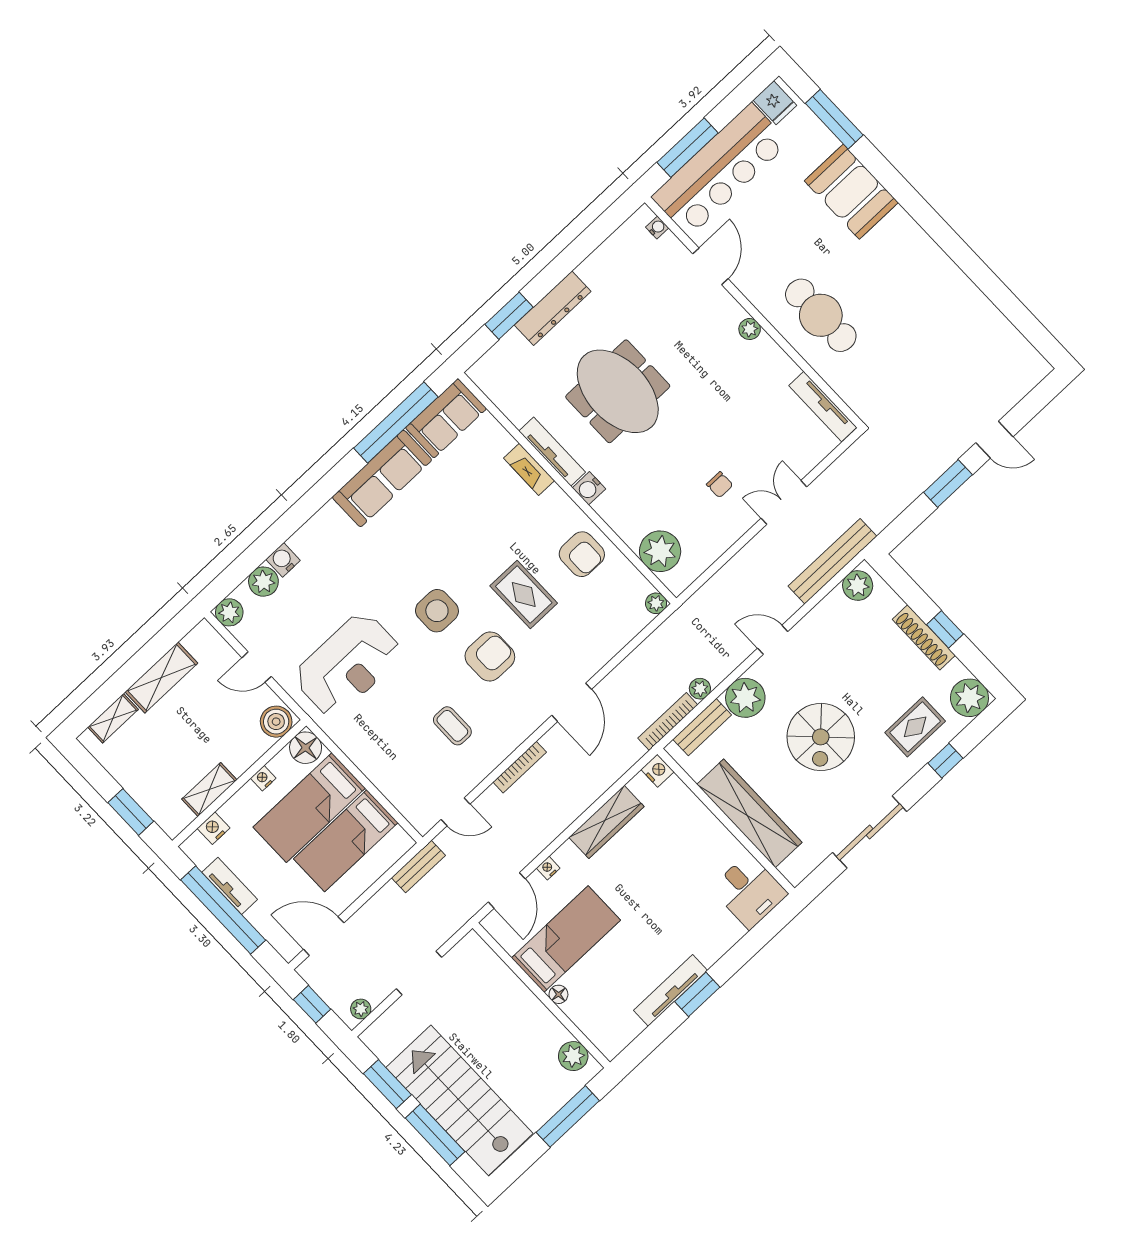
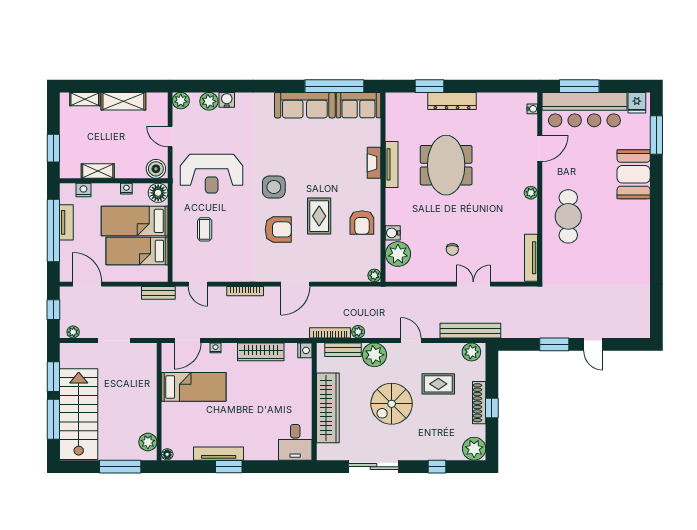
water cooler: (589, 488) -> (393, 233), moved
coffee table: (452, 726) -> (205, 229), moved
rug: (915, 727) -> (438, 384), moved
floor lamp: (558, 994) -> (167, 454), moved

